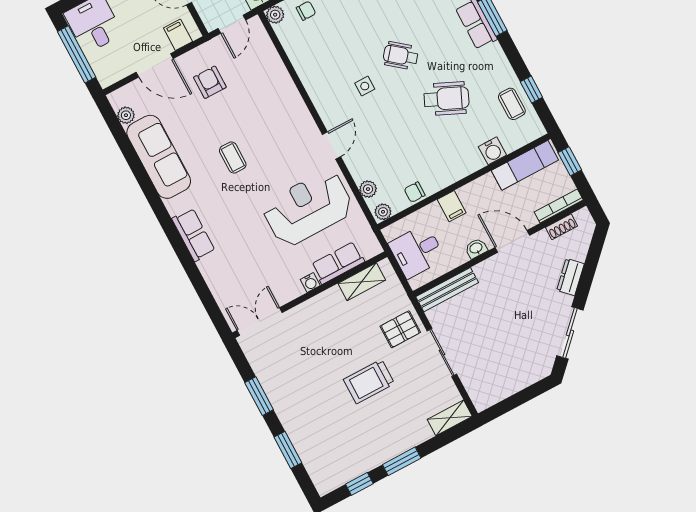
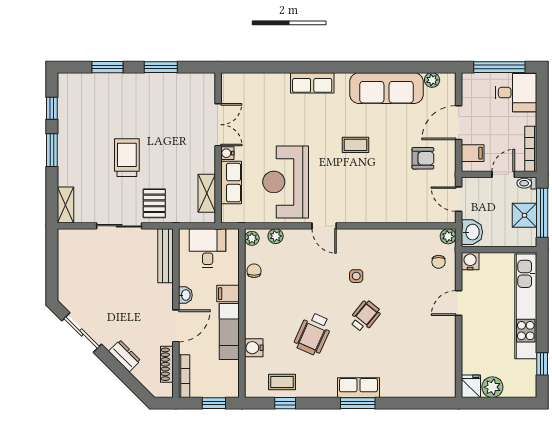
exam couch: (525, 165) -> (229, 332), moved
reception desk: (308, 208) -> (286, 182), turned 180
shoe rack: (561, 227) -> (167, 364), width x1.43
double door: (260, 322) -> (218, 125), moved

